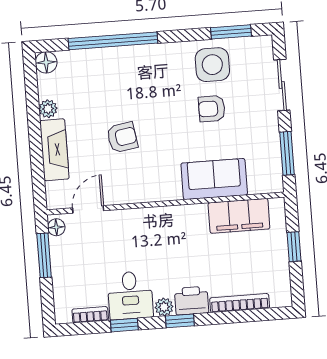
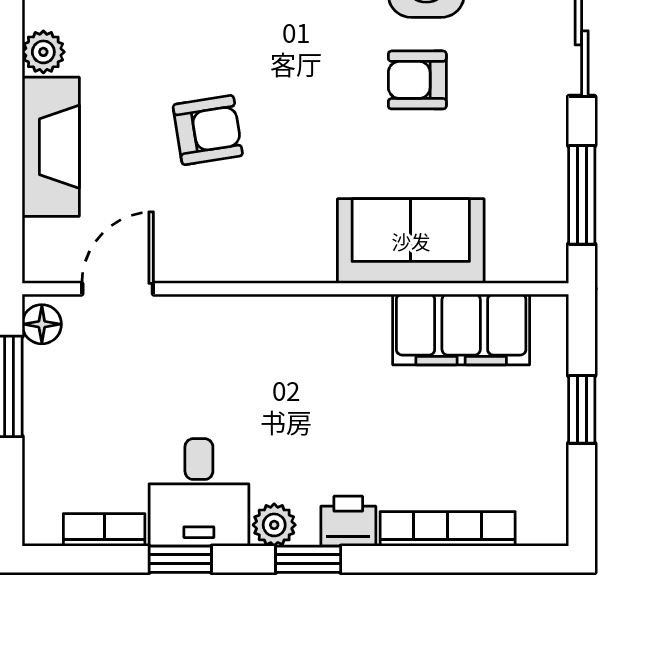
printer: (192, 301) -> (348, 521), width x0.73, depth x0.81

